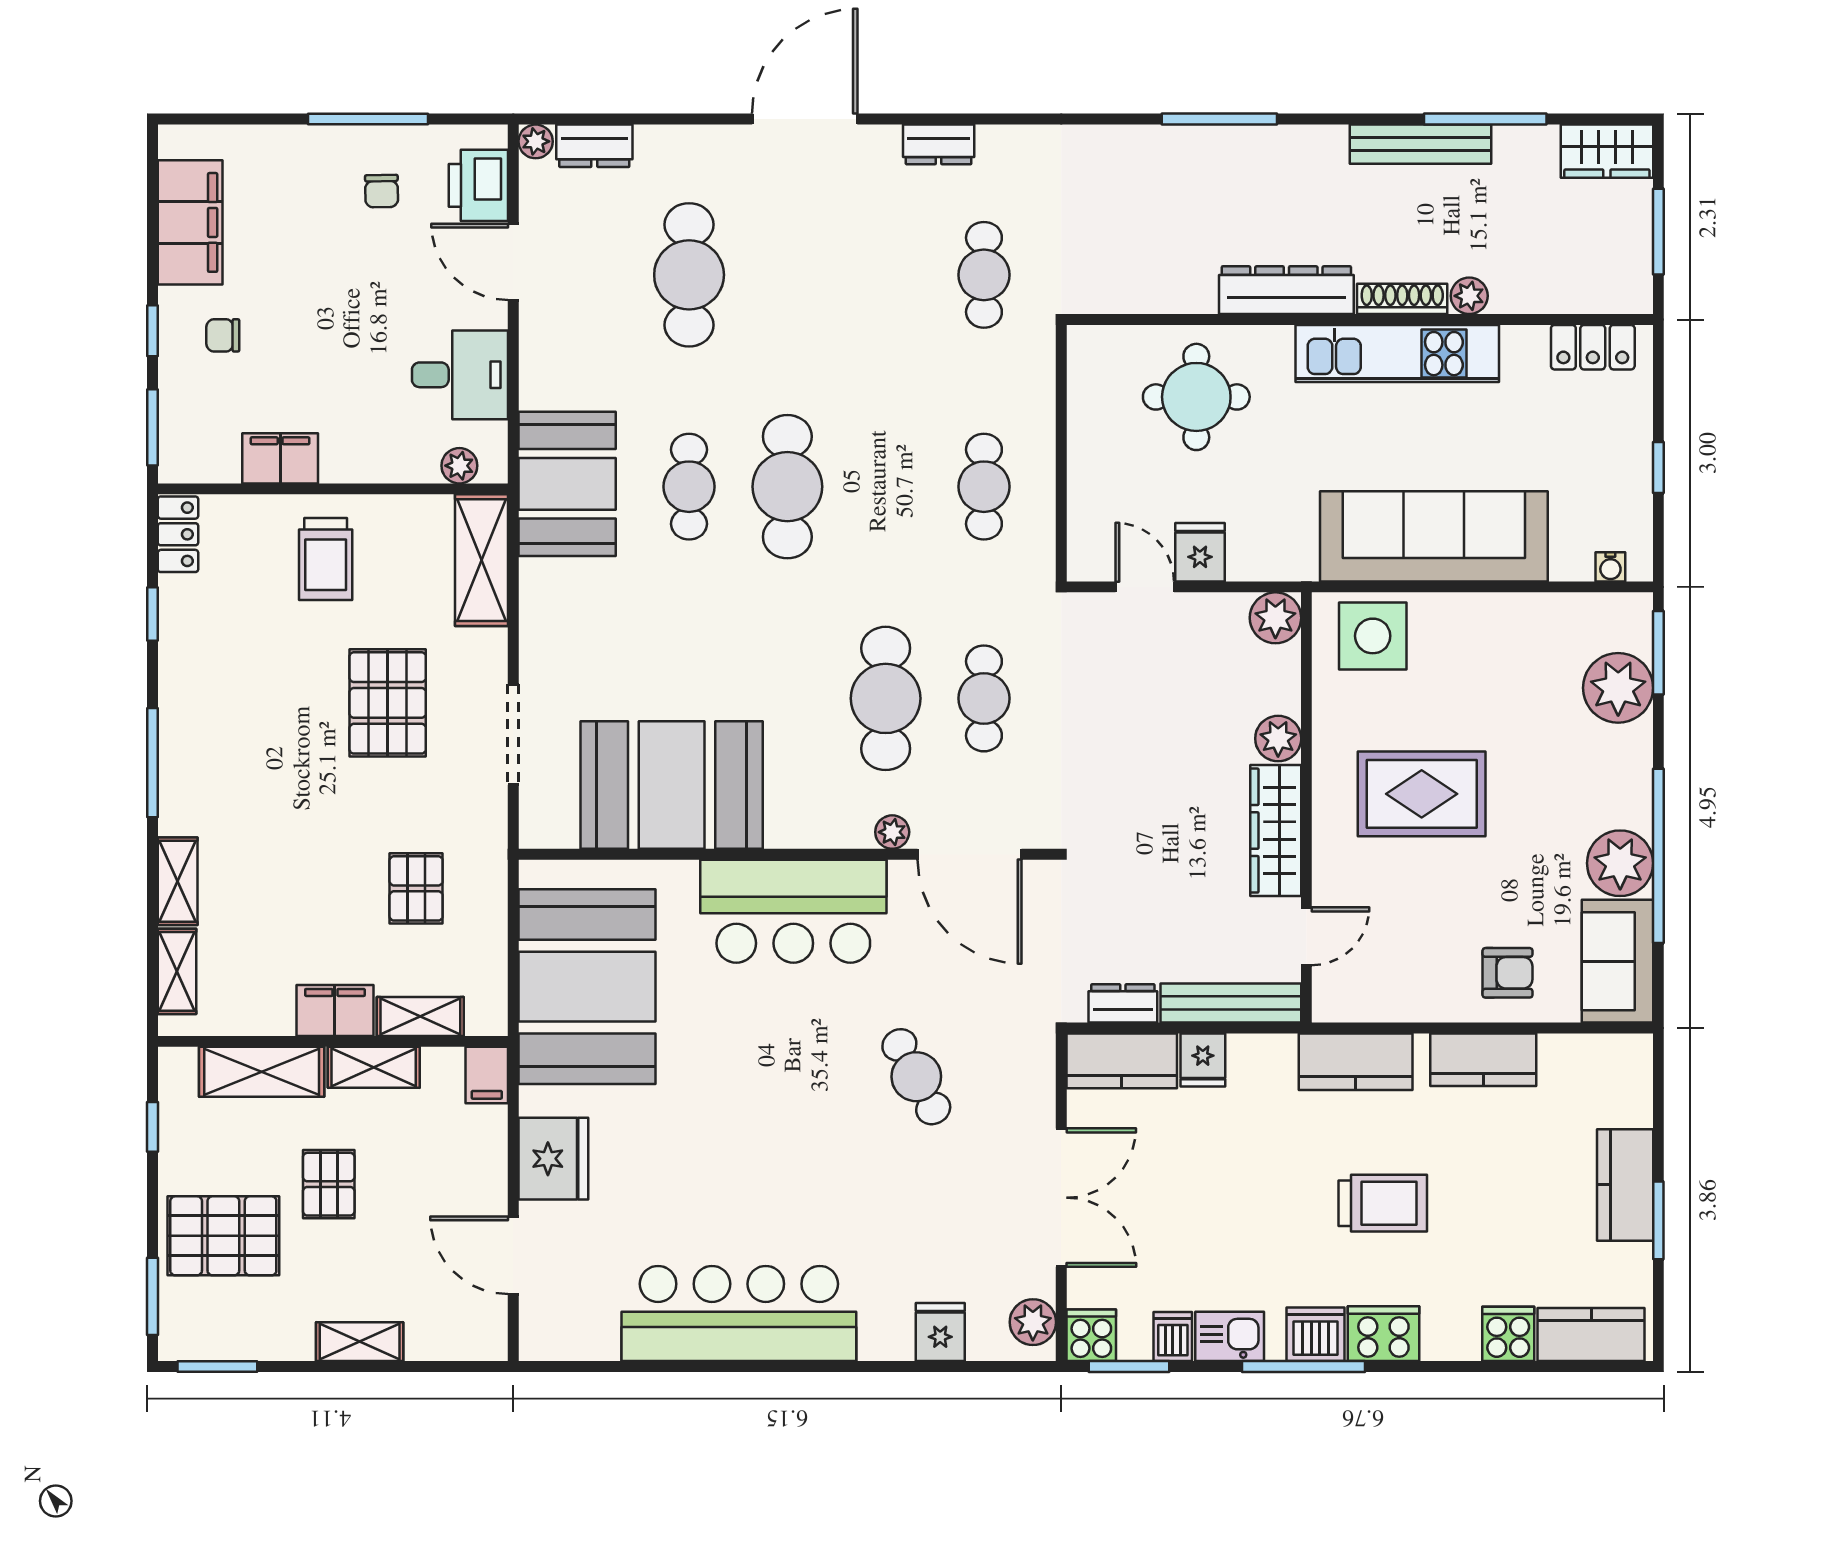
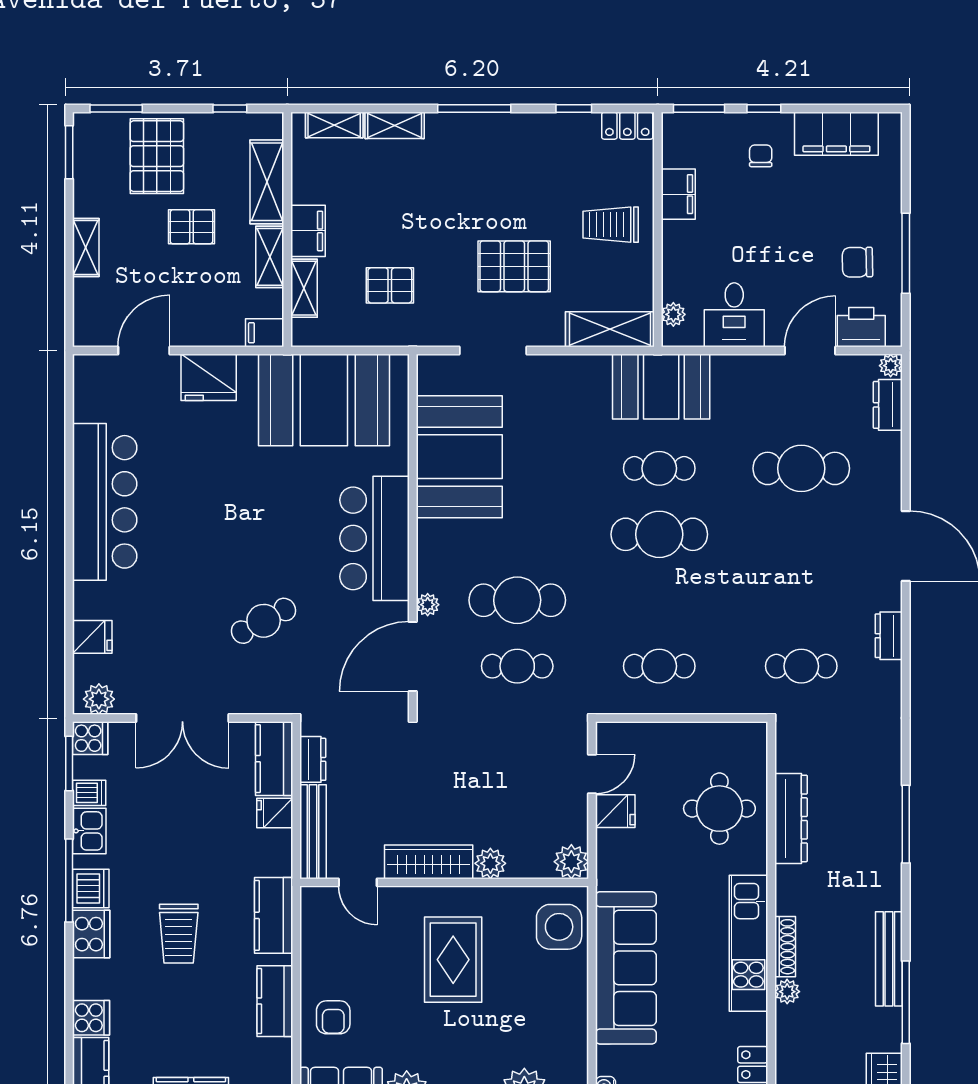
chair: (382, 191) -> (857, 262), width x1.37, depth x1.37
dresser: (1286, 290) -> (791, 818), moved

